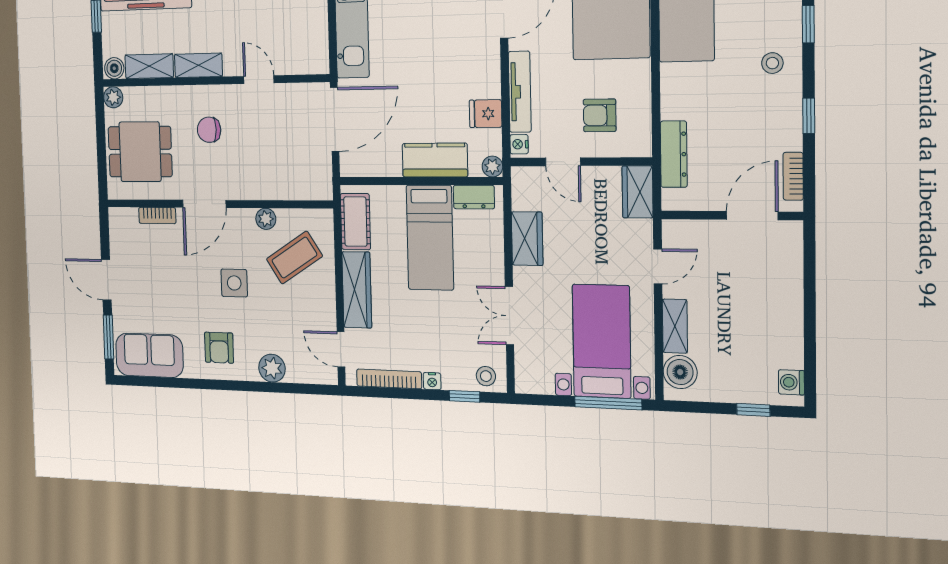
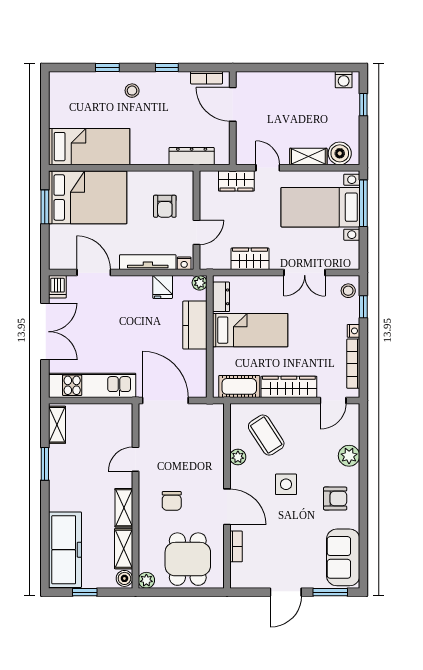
wardrobe: (638, 192) -> (236, 181), moved

